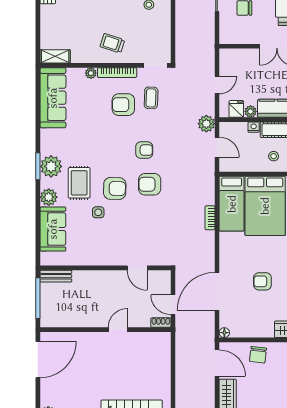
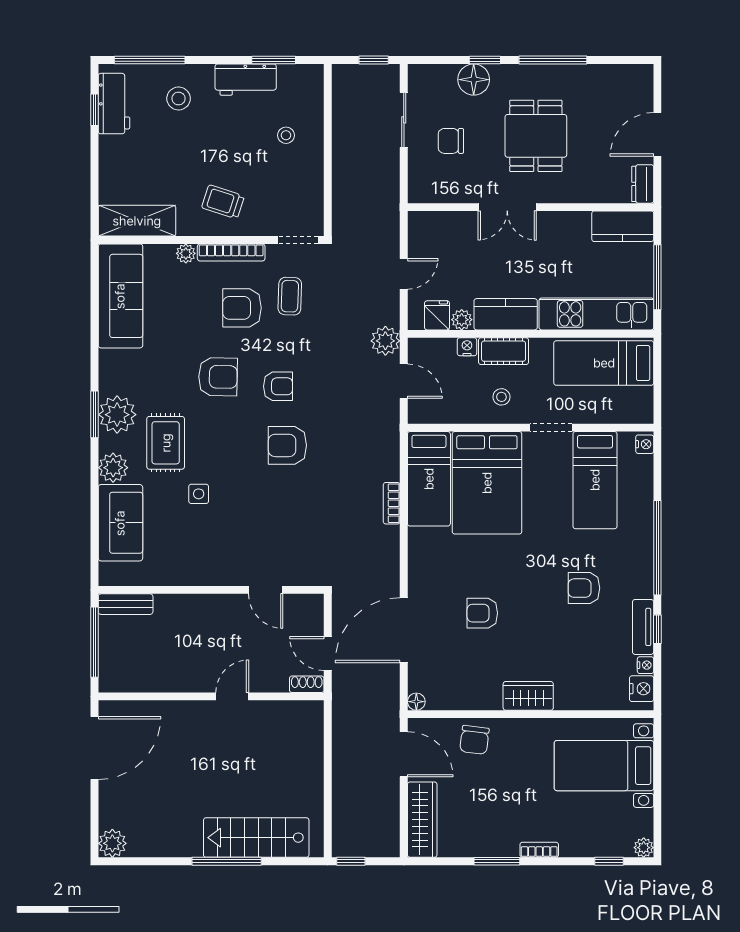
shelving: (55, 56) -> (137, 221), width x1.50, depth x1.33
armchair: (115, 188) -> (218, 377), moved

